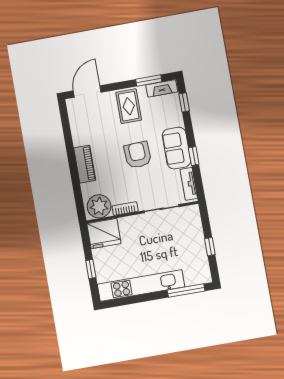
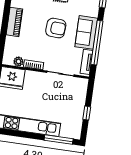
armchair: (138, 155) -> (56, 28), turned 96
window: (194, 156) -> (97, 43), width x3.17
plant: (99, 206) -> (18, 62), width x0.53, depth x0.53

